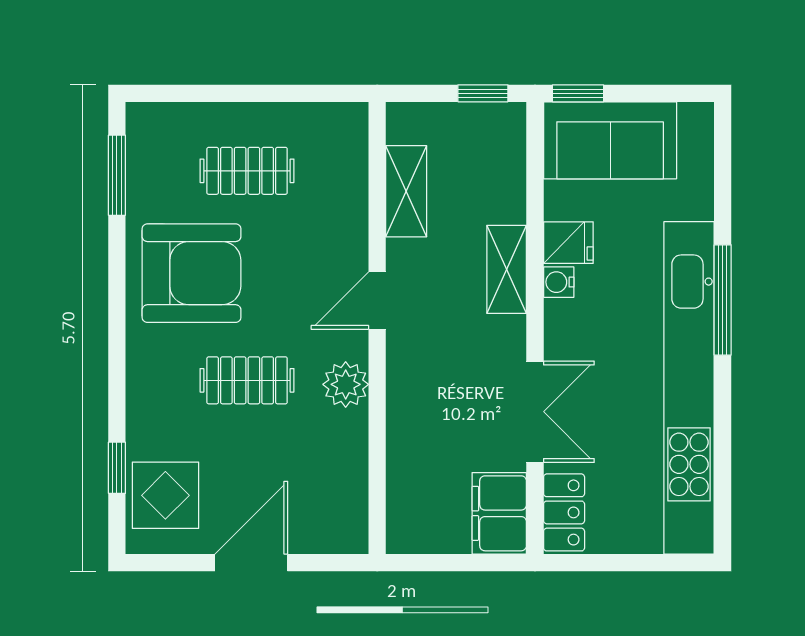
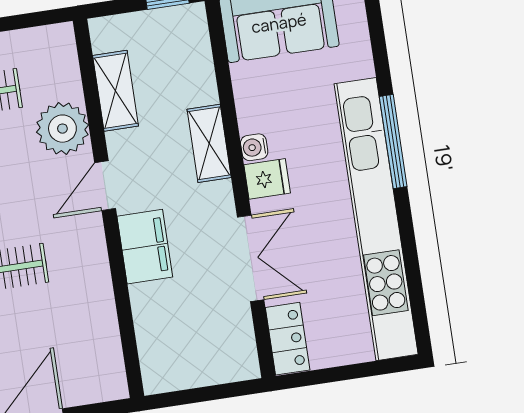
fridge: (568, 243) -> (267, 179), moved
plant: (346, 384) -> (62, 129), moved, width x1.36, depth x1.36
filing cabinet: (499, 513) -> (145, 247), moved, turned 180

